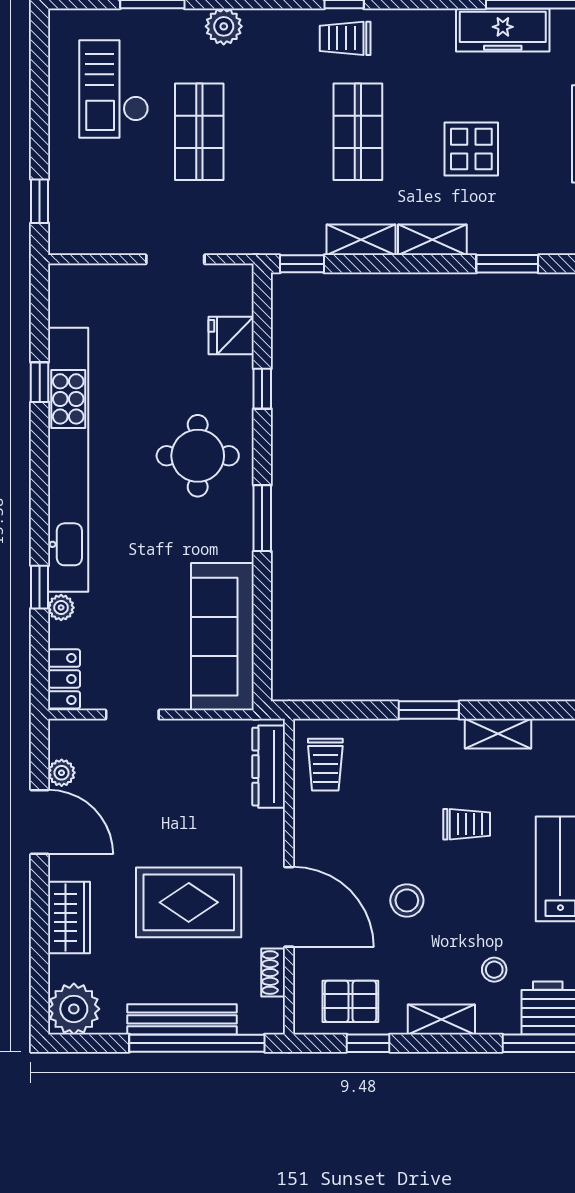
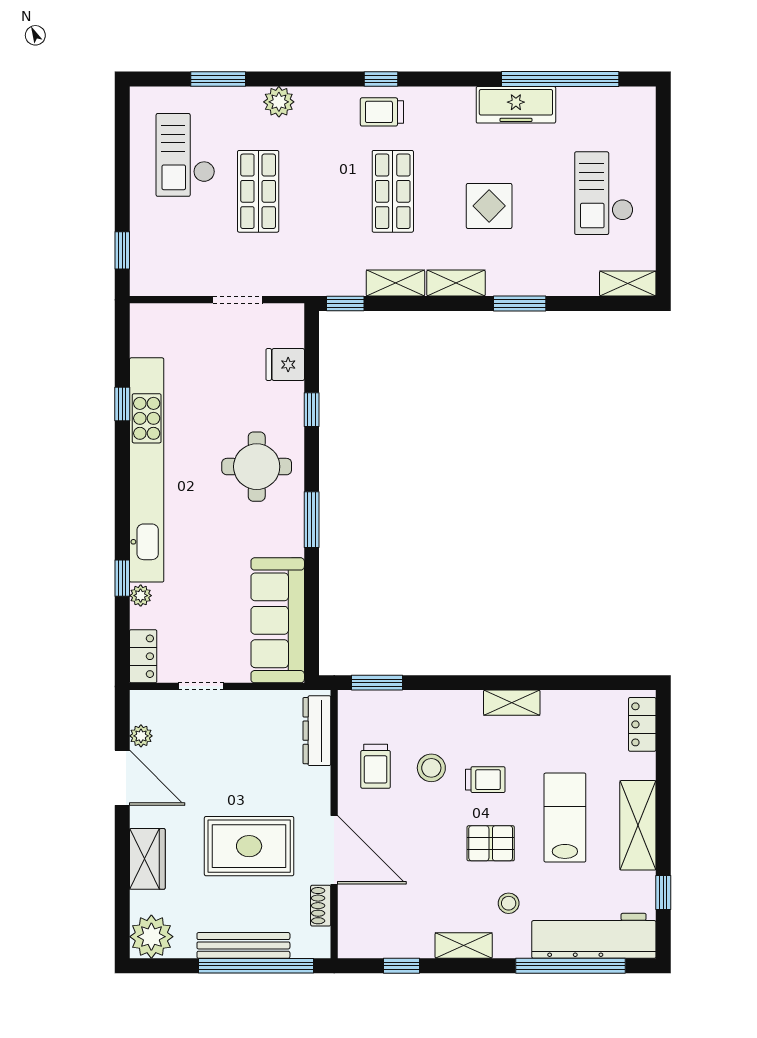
window: (429, 710) -> (377, 683), moved
trolley: (325, 765) -> (376, 766), moved
stool: (407, 900) -> (431, 768), moved
pallet: (350, 1001) -> (491, 843), moved

